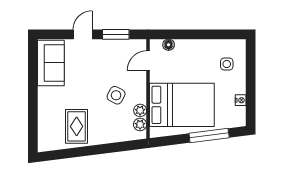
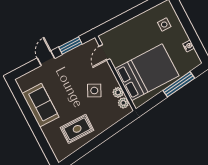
floor lamp: (169, 45) -> (114, 33), removed
sofa: (51, 63) -> (40, 105), moved
rug: (77, 126) -> (77, 129), turned 90

